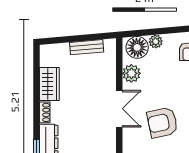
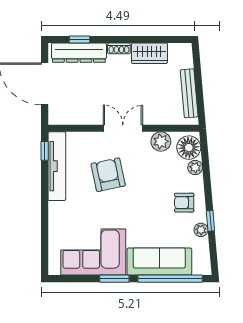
bench: (87, 47) -> (189, 93), width x1.36
double door: (119, 109) -> (123, 128), swing flipped

